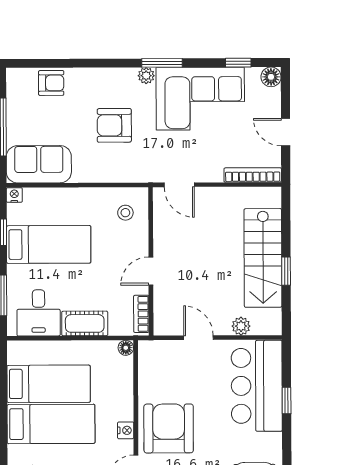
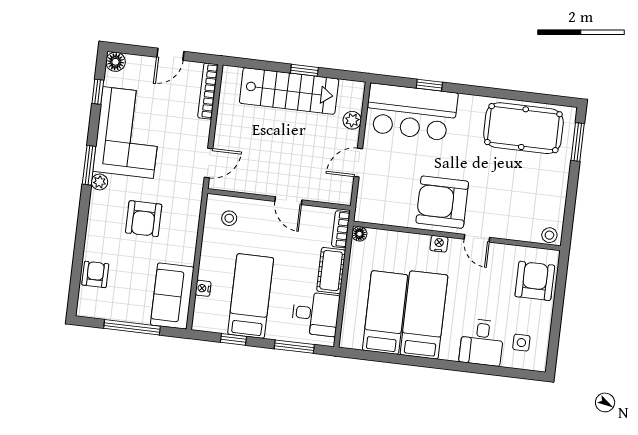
nightstand: (14, 195) -> (203, 288), moved
bookcase: (141, 314) -> (341, 229), moved, turned 90

